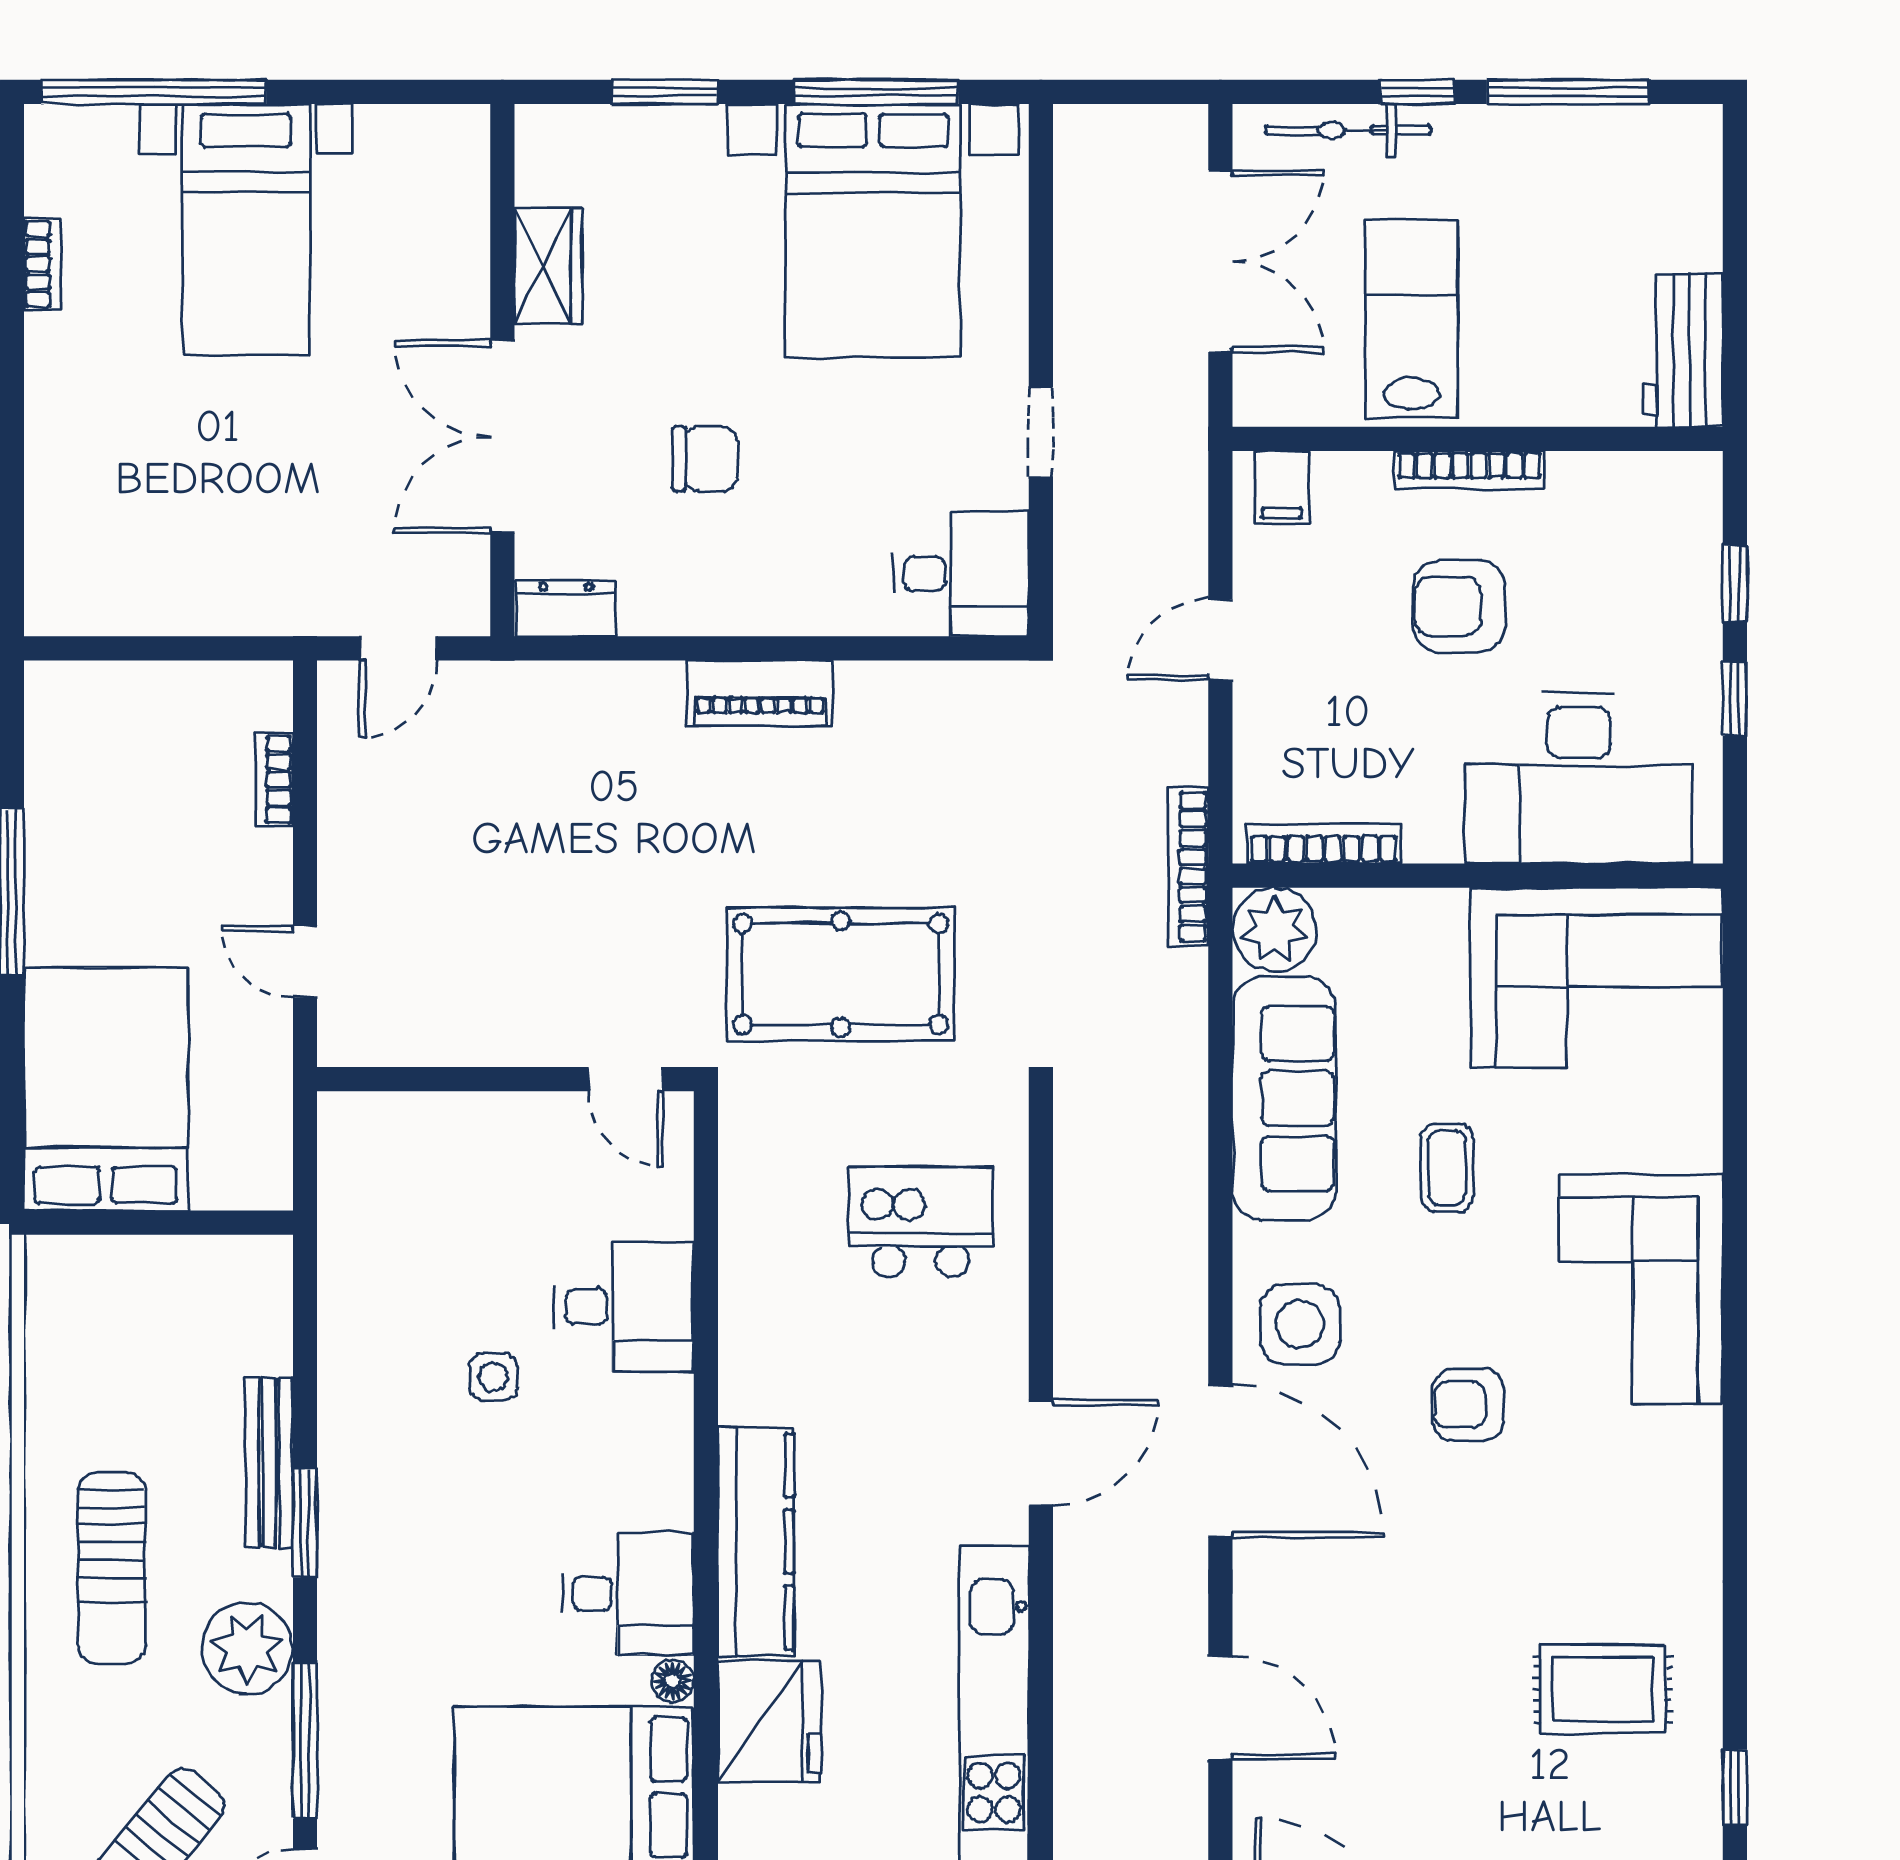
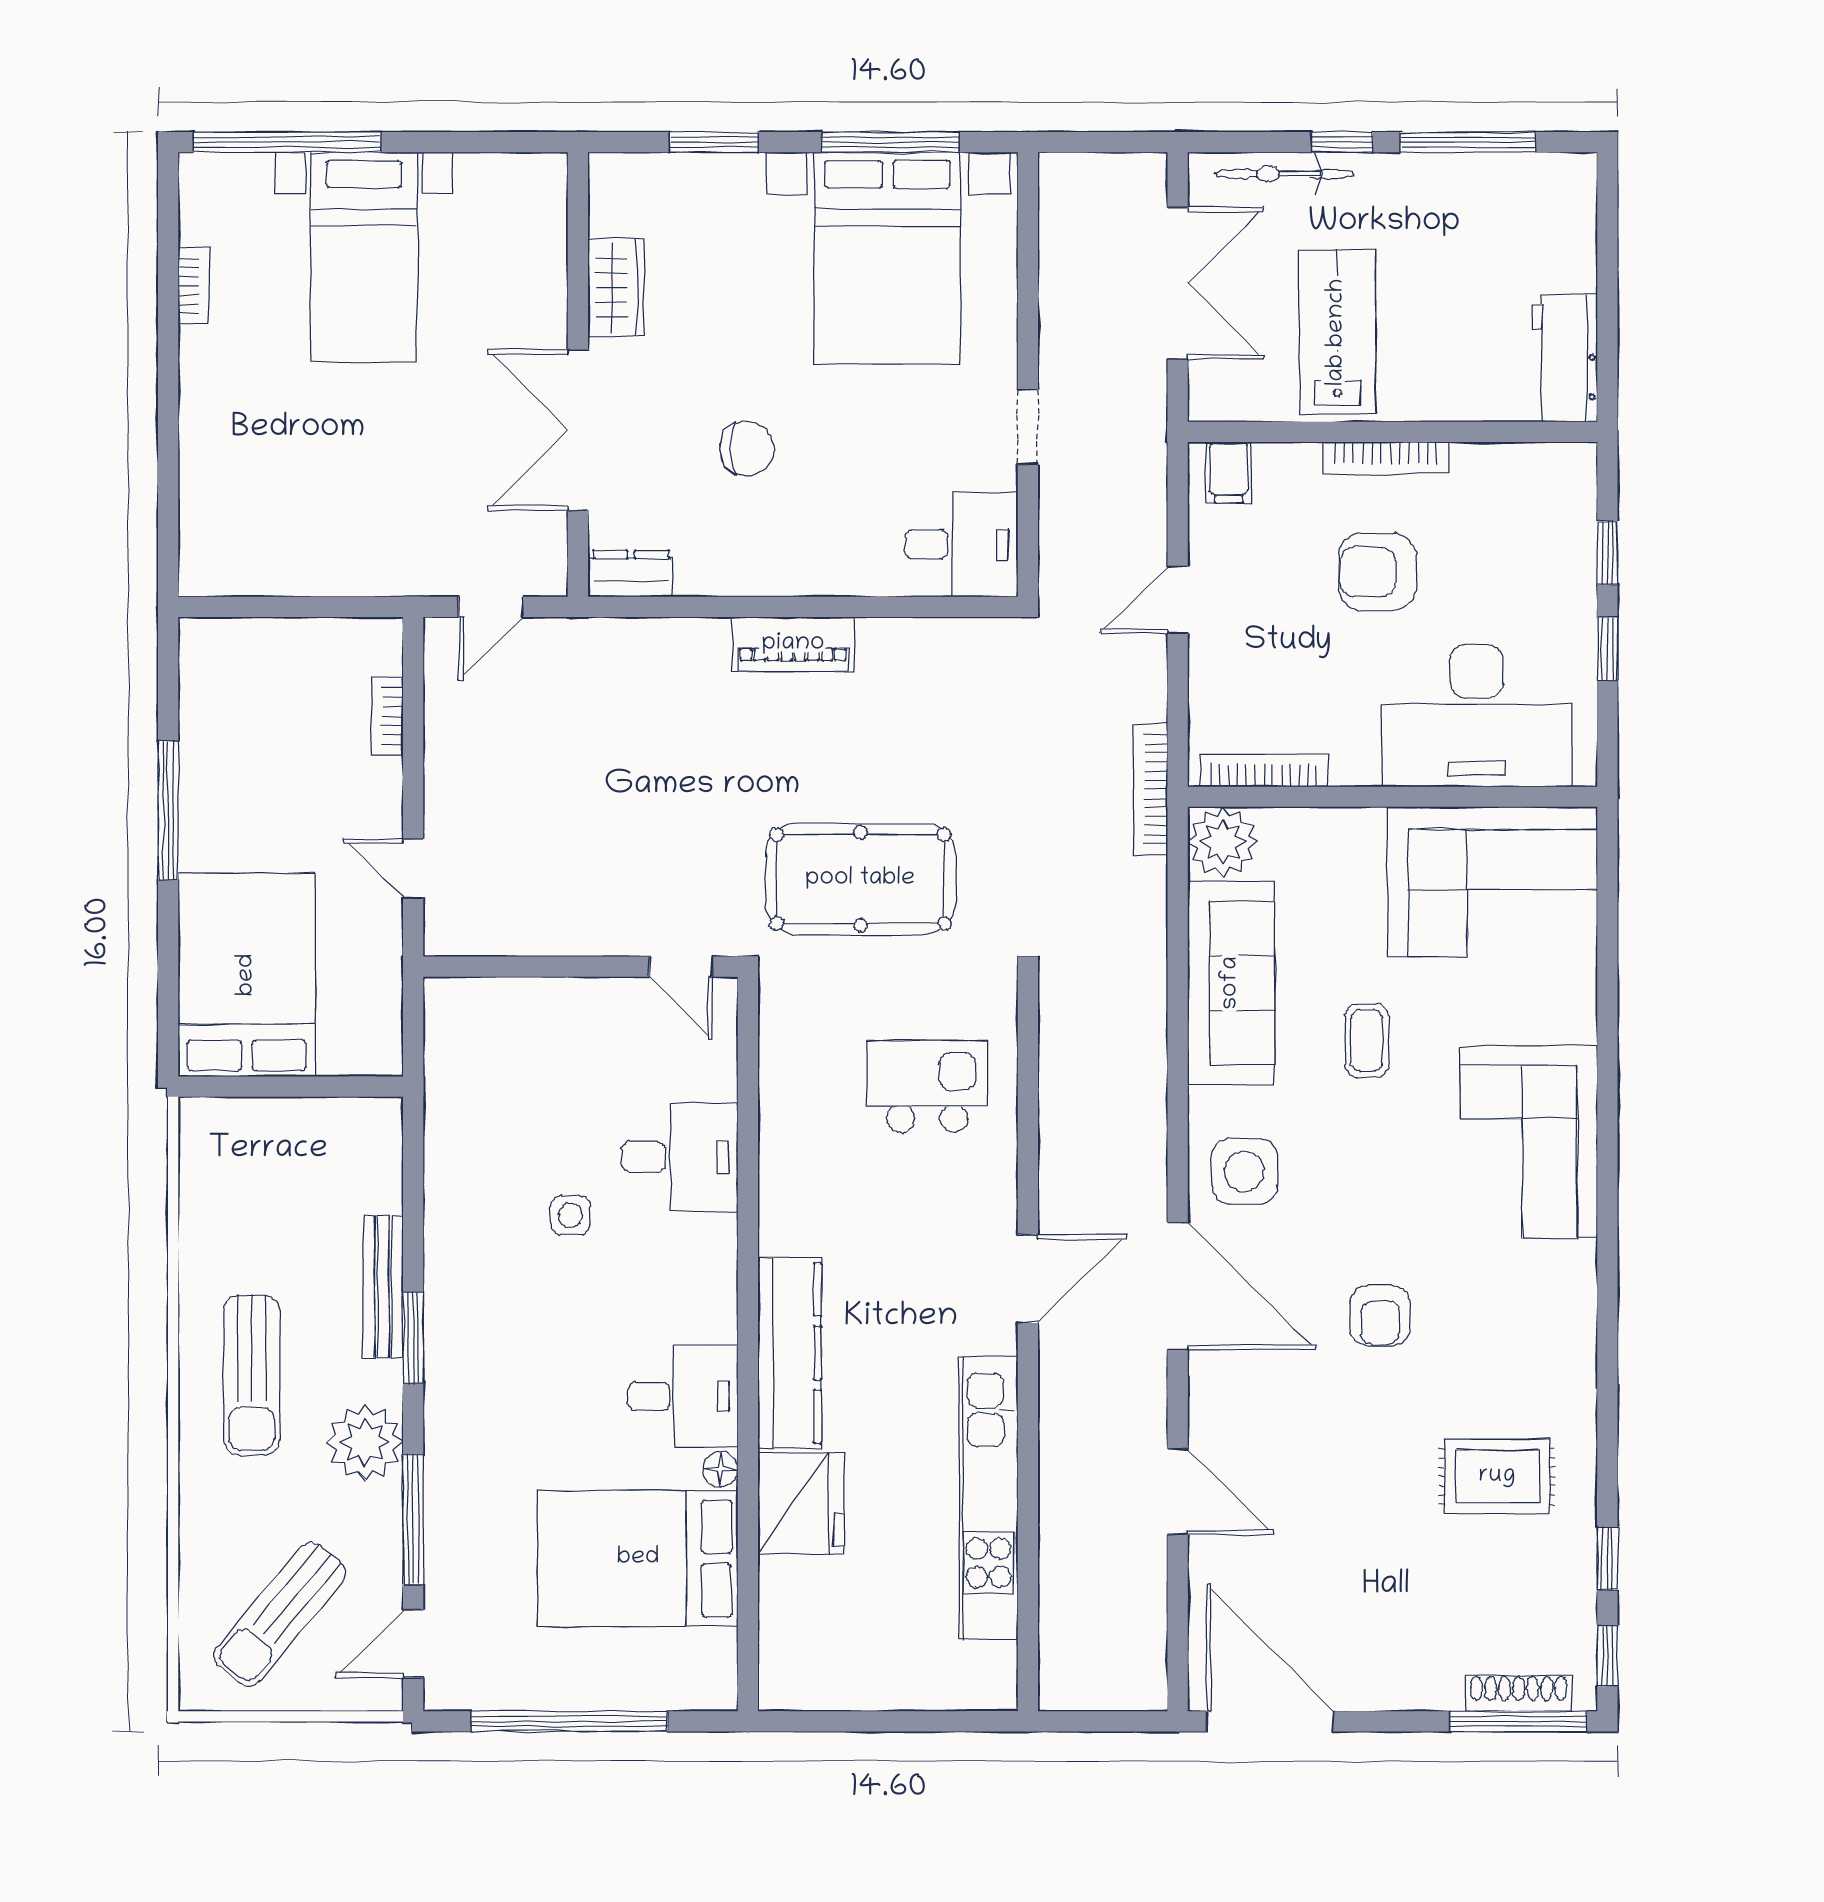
armchair: (1468, 1405) -> (1380, 1316), moved, turned -90

